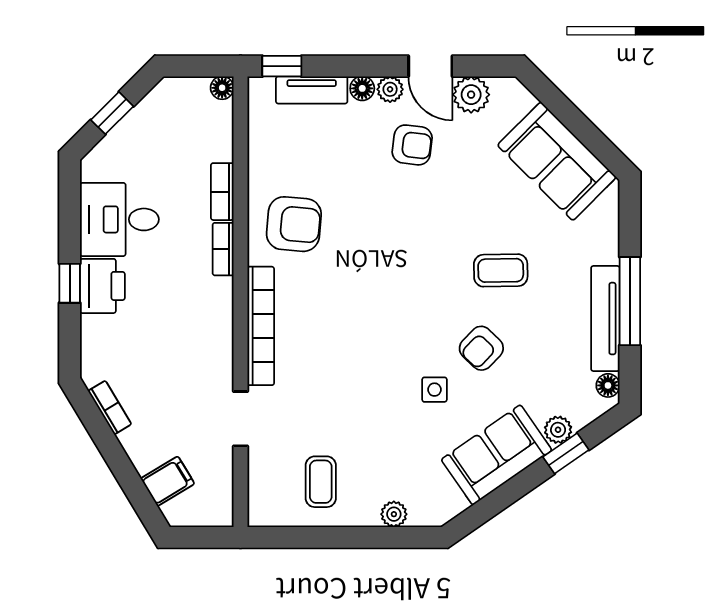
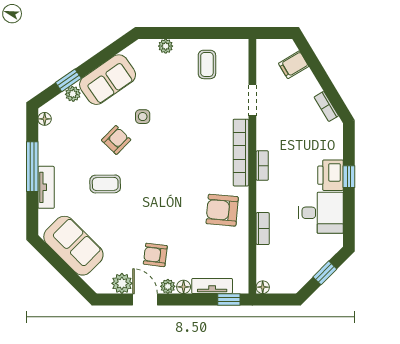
bookcase: (223, 249) -> (262, 166), moved
tv unit: (605, 319) -> (46, 187), moved, width x0.71

